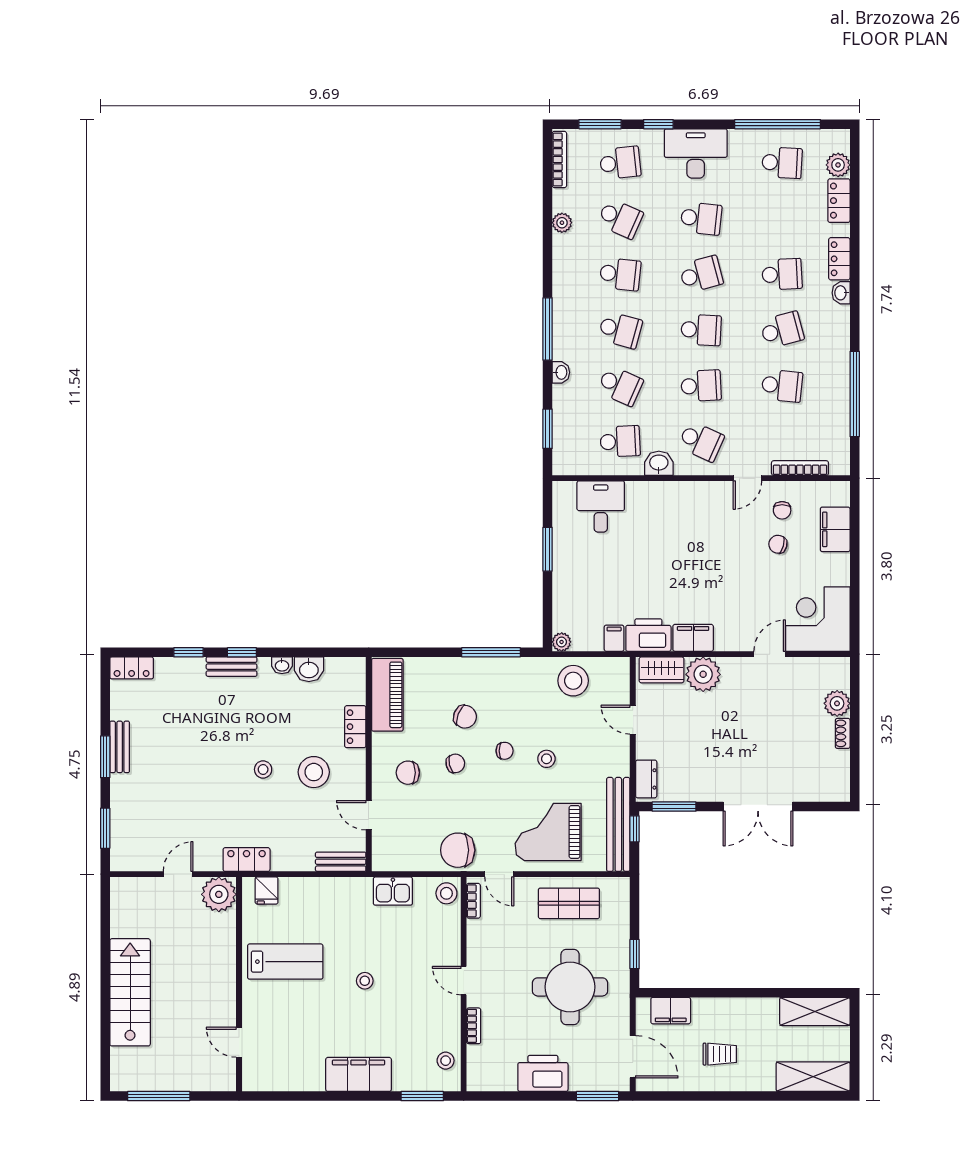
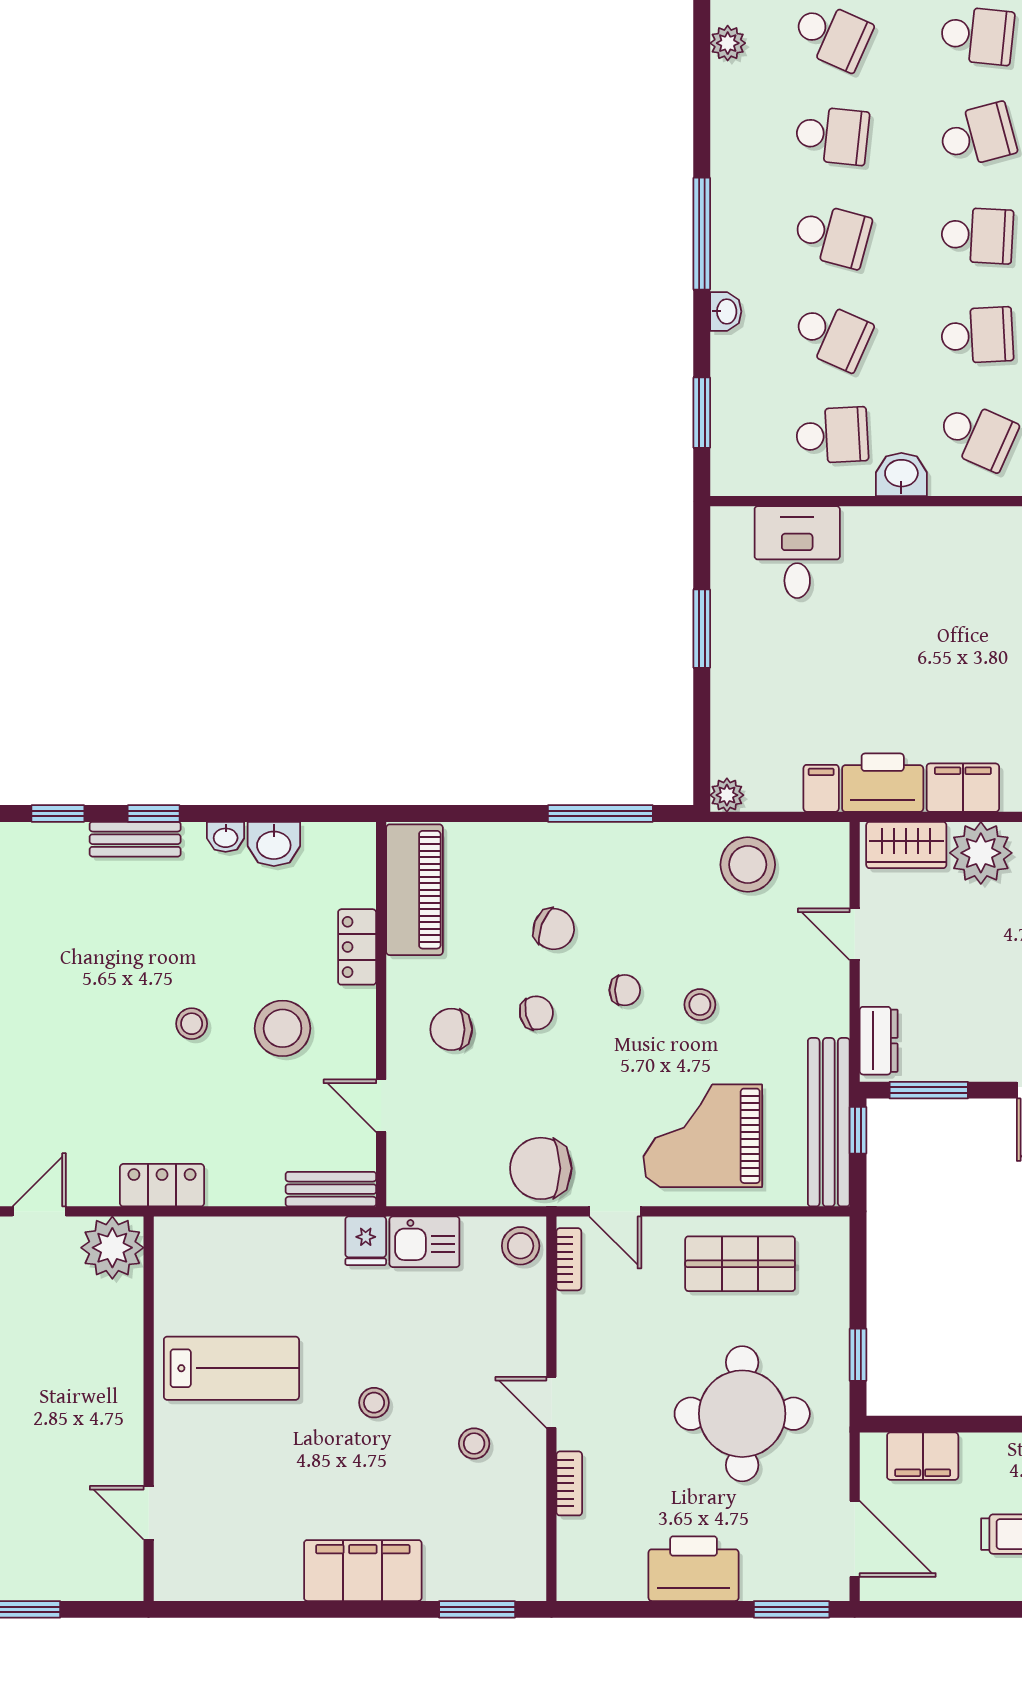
fridge: (267, 891) -> (366, 1241), moved
stool: (446, 1061) -> (474, 1444), moved

